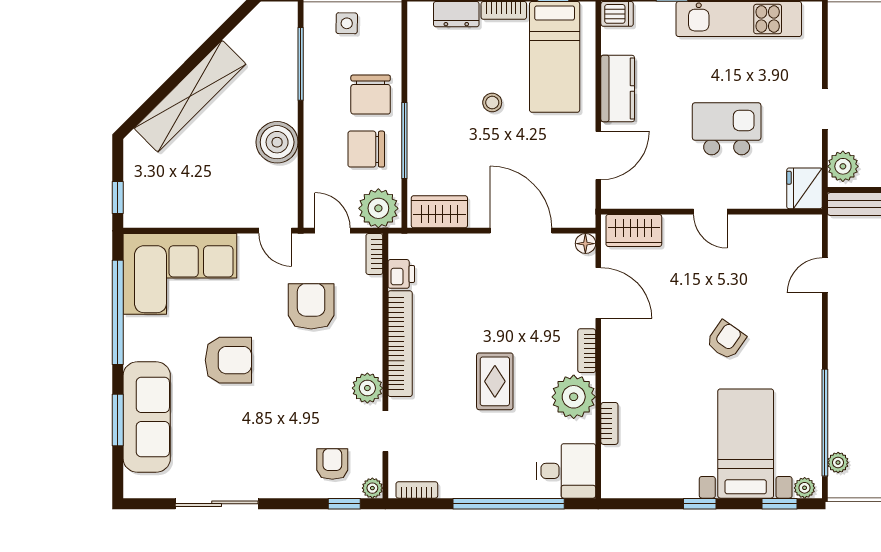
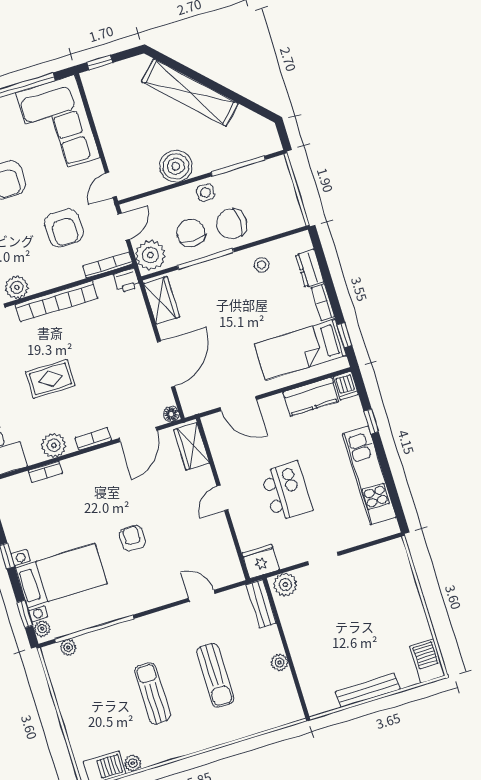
side table: (347, 23) -> (205, 193), moved
kitchen counter: (618, 88) -> (311, 397), moved
stool: (492, 103) -> (262, 265), moved
bookcase: (374, 254) -> (108, 265), width x1.56
printer: (401, 274) -> (127, 281), moved
armchair: (311, 306) -> (64, 228), turned 90
armchair: (726, 340) -> (132, 538), turned -125
plant: (574, 397) -> (54, 445), width x0.73, depth x0.73

